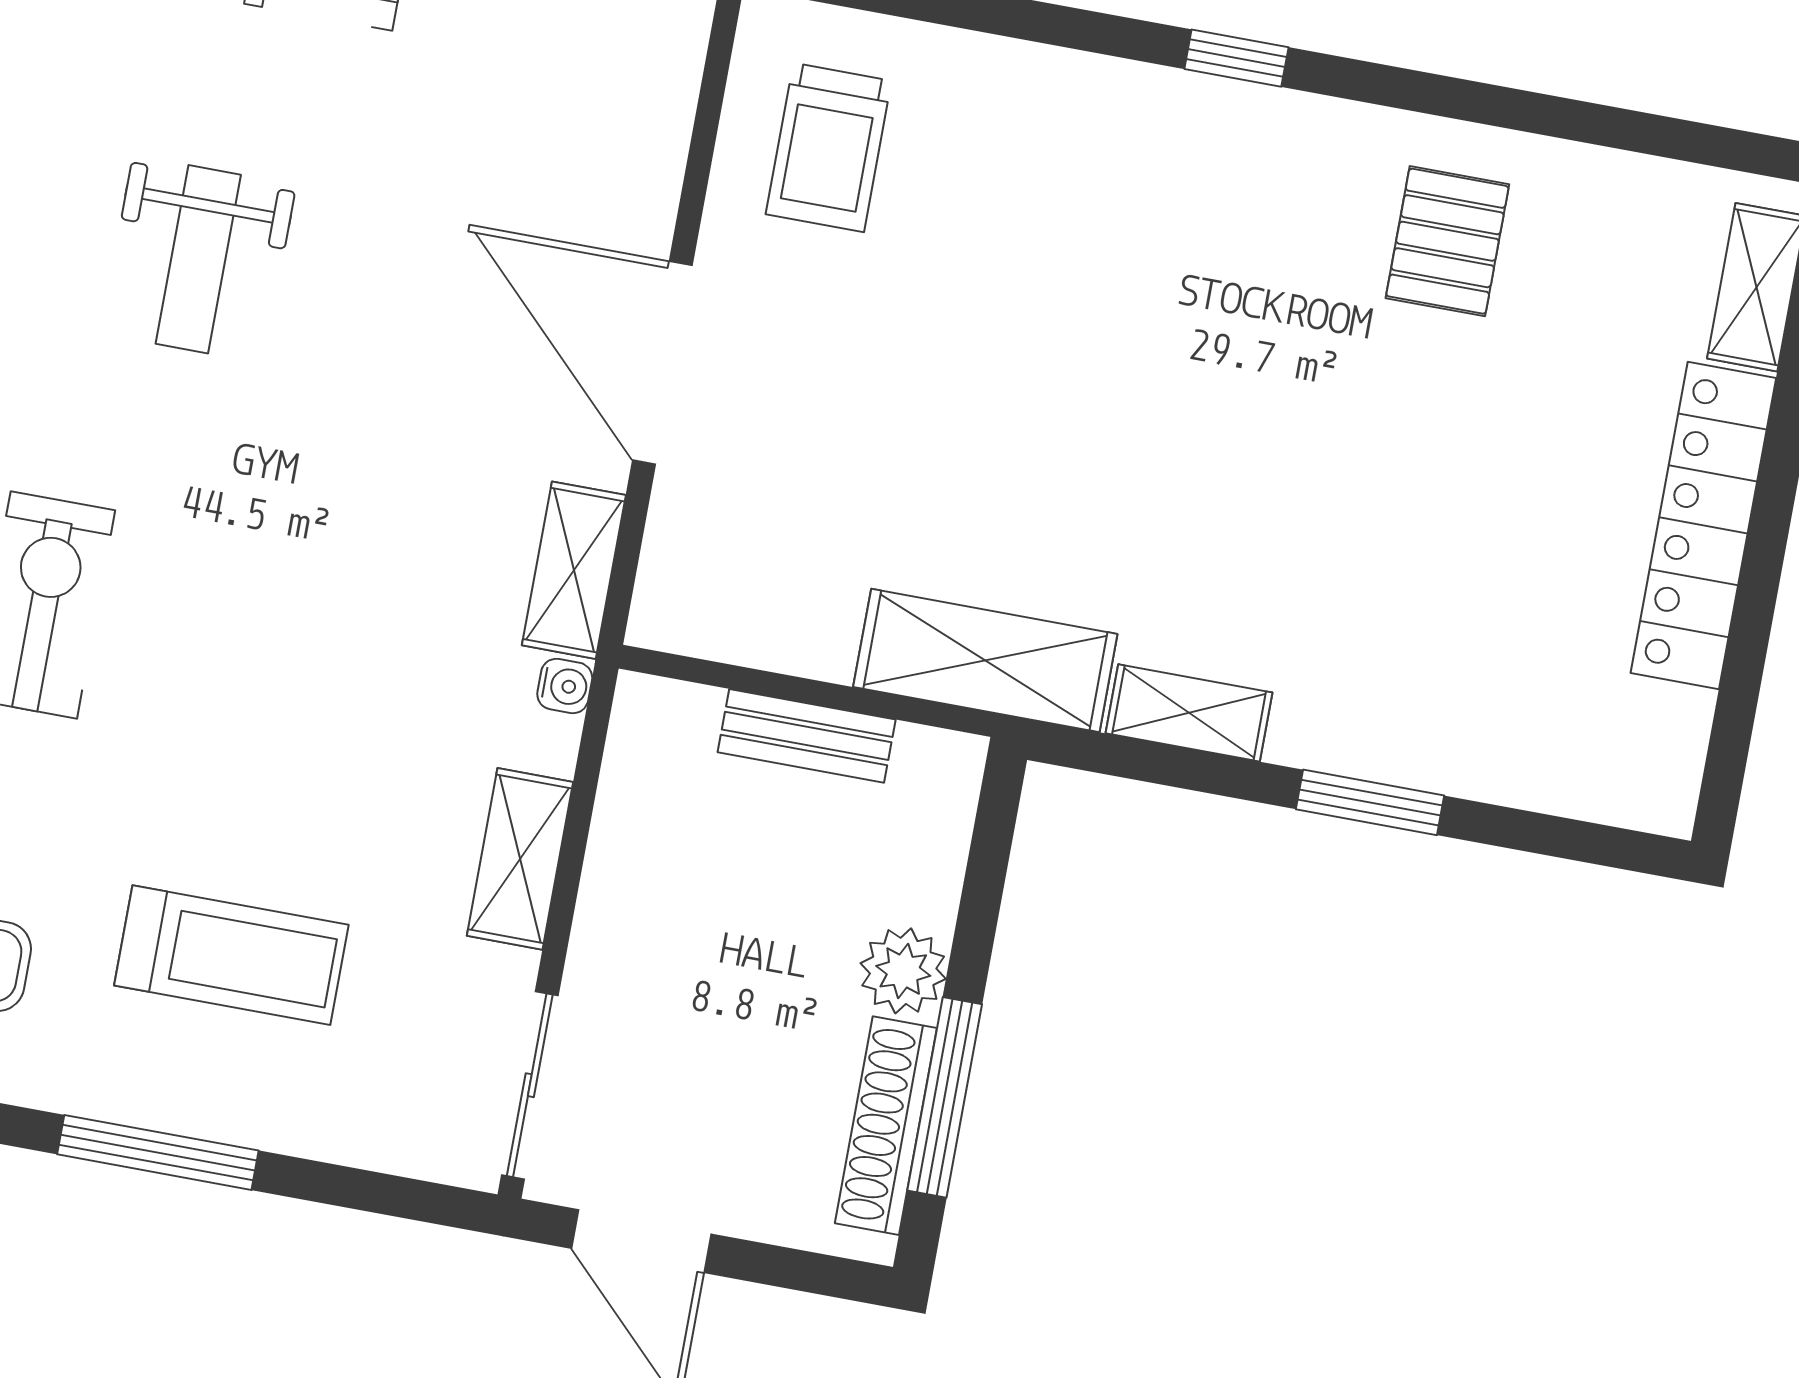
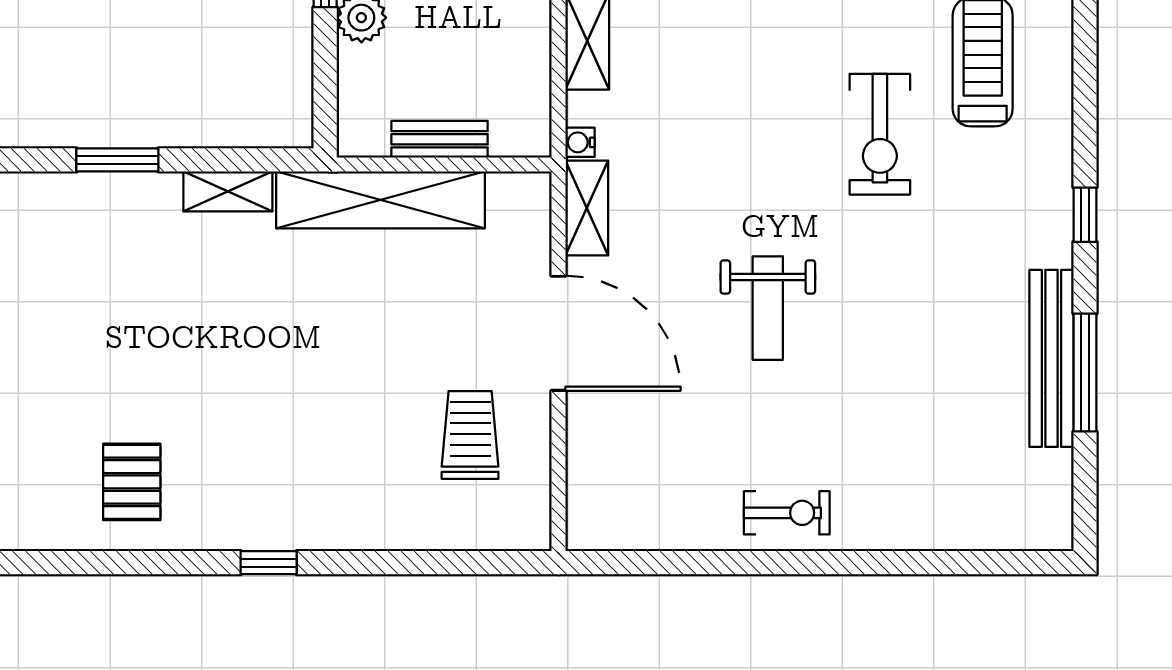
trolley: (829, 147) -> (470, 435), moved
weight bench: (198, 259) -> (768, 308), moved, turned 180
shelving: (985, 660) -> (381, 200), width x1.47

